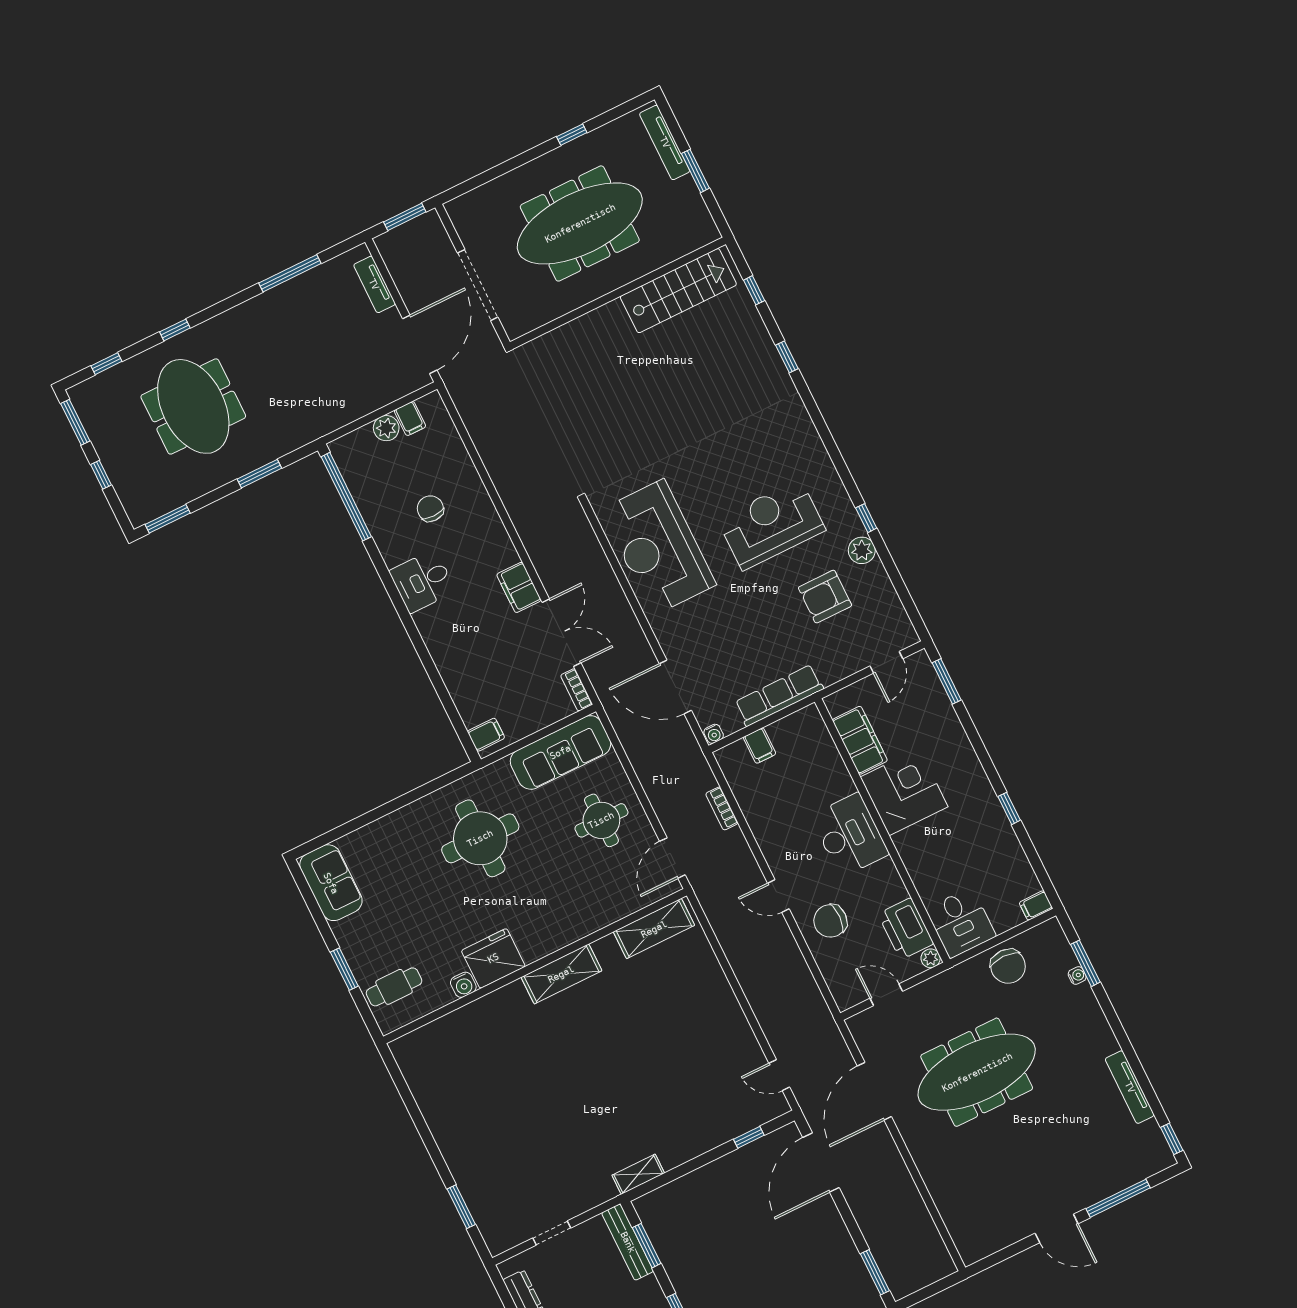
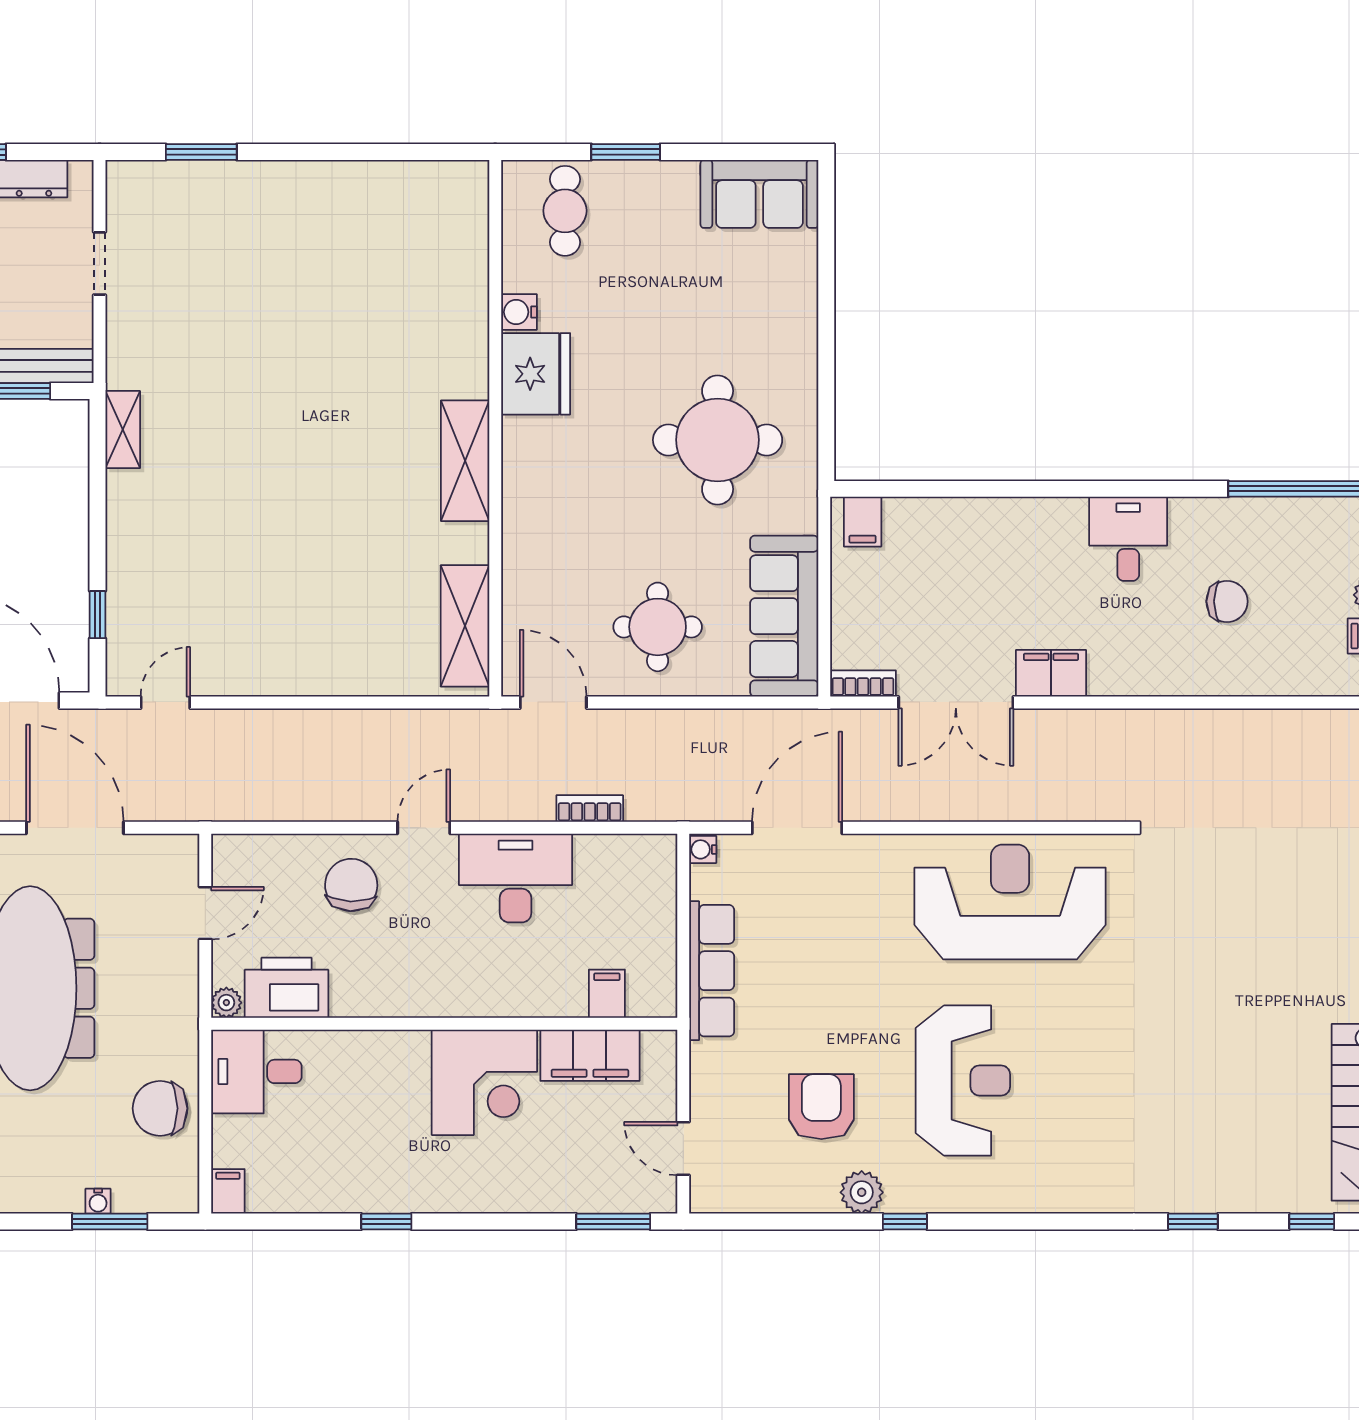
filing cabinet: (760, 746) -> (607, 994), moved, turned 90
desk: (850, 835) -> (515, 878), moved, turned 180

